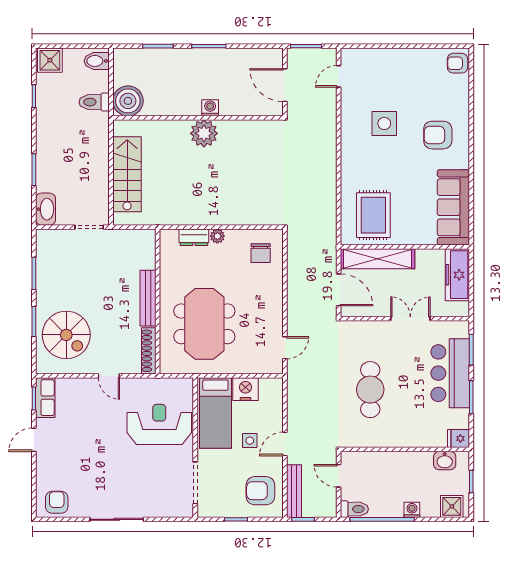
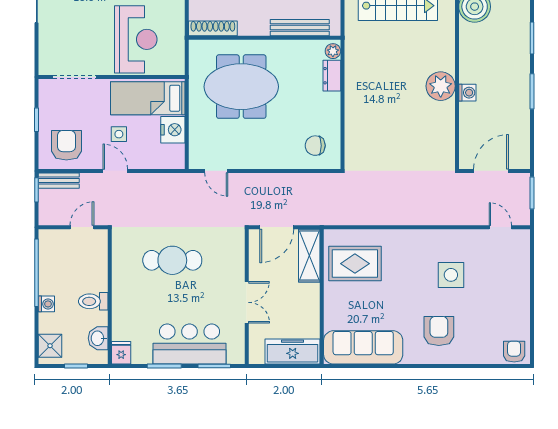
plant: (217, 236) -> (333, 51), moved
shelving: (378, 259) -> (309, 256), width x0.68
bench: (148, 298) -> (300, 28), moved
bench: (294, 491) -> (59, 181), width x0.73
toilet: (354, 509) -> (93, 301), moved, turned 90

